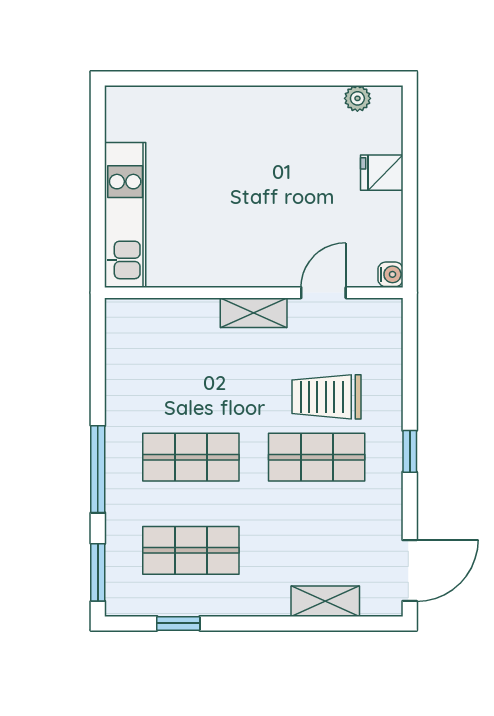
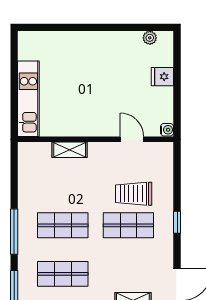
door: (323, 293) -> (132, 139), hinge flipped
shelving: (254, 313) -> (70, 150), moved

